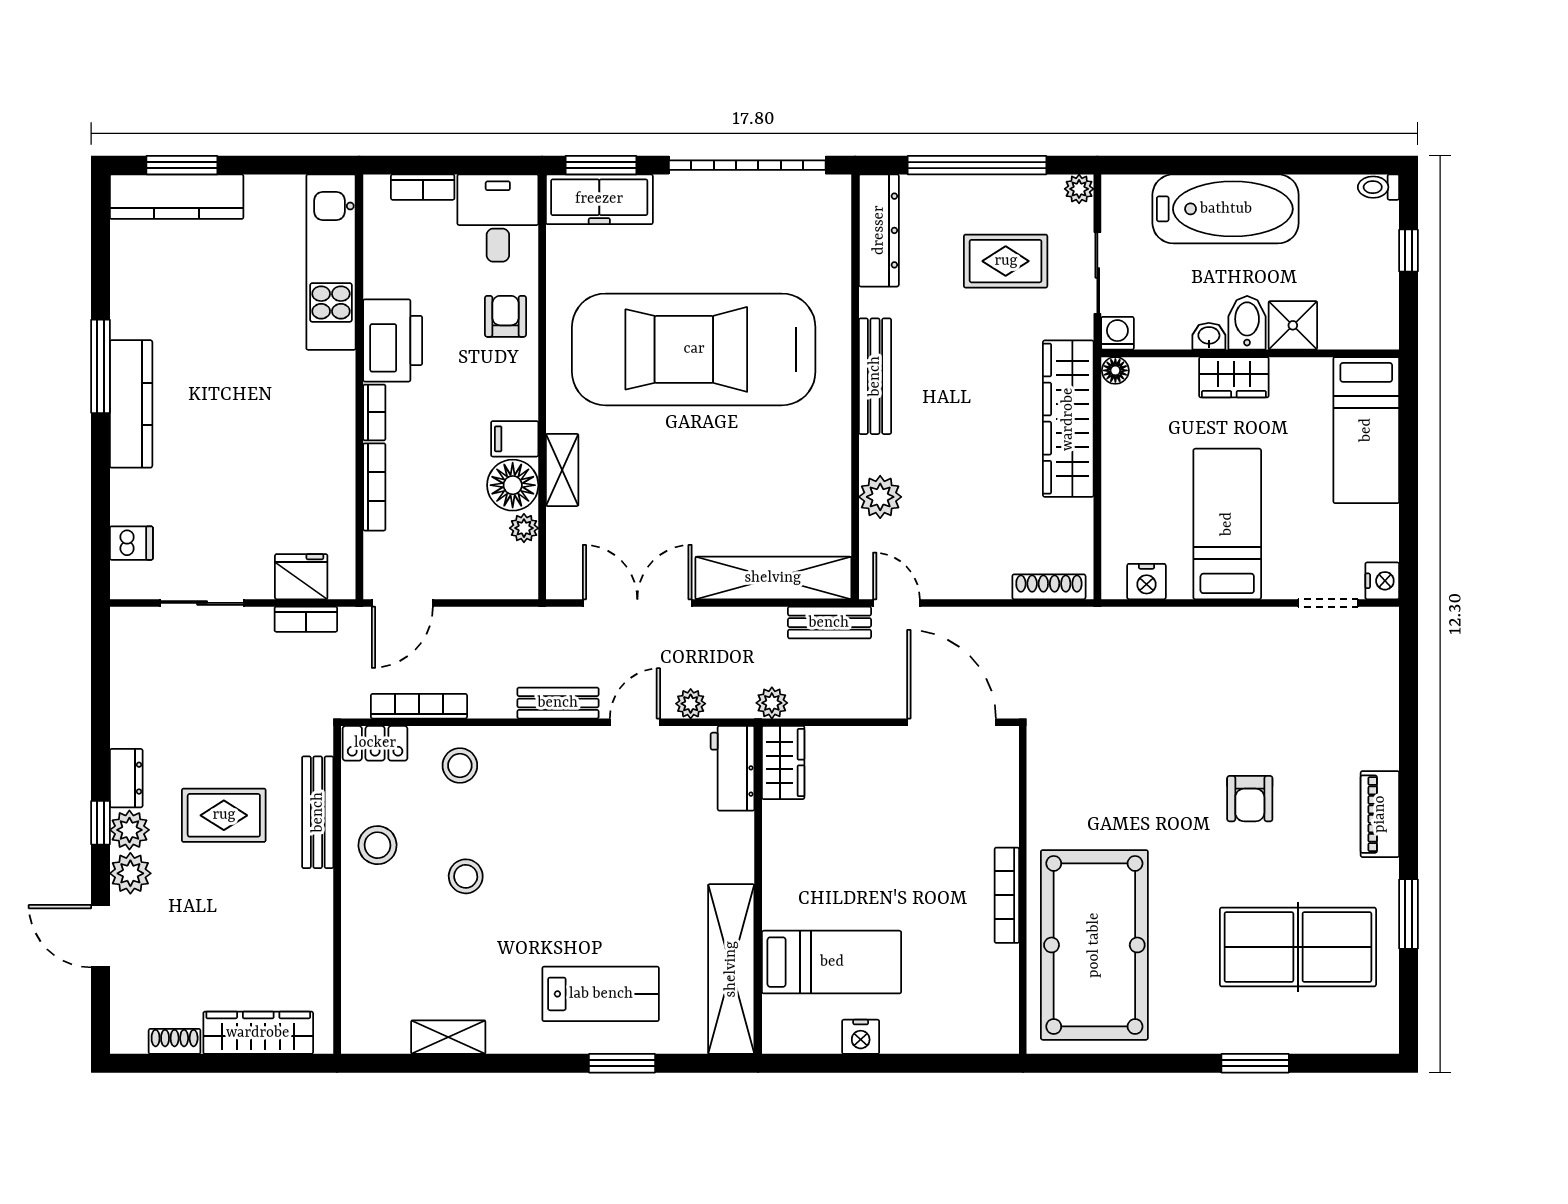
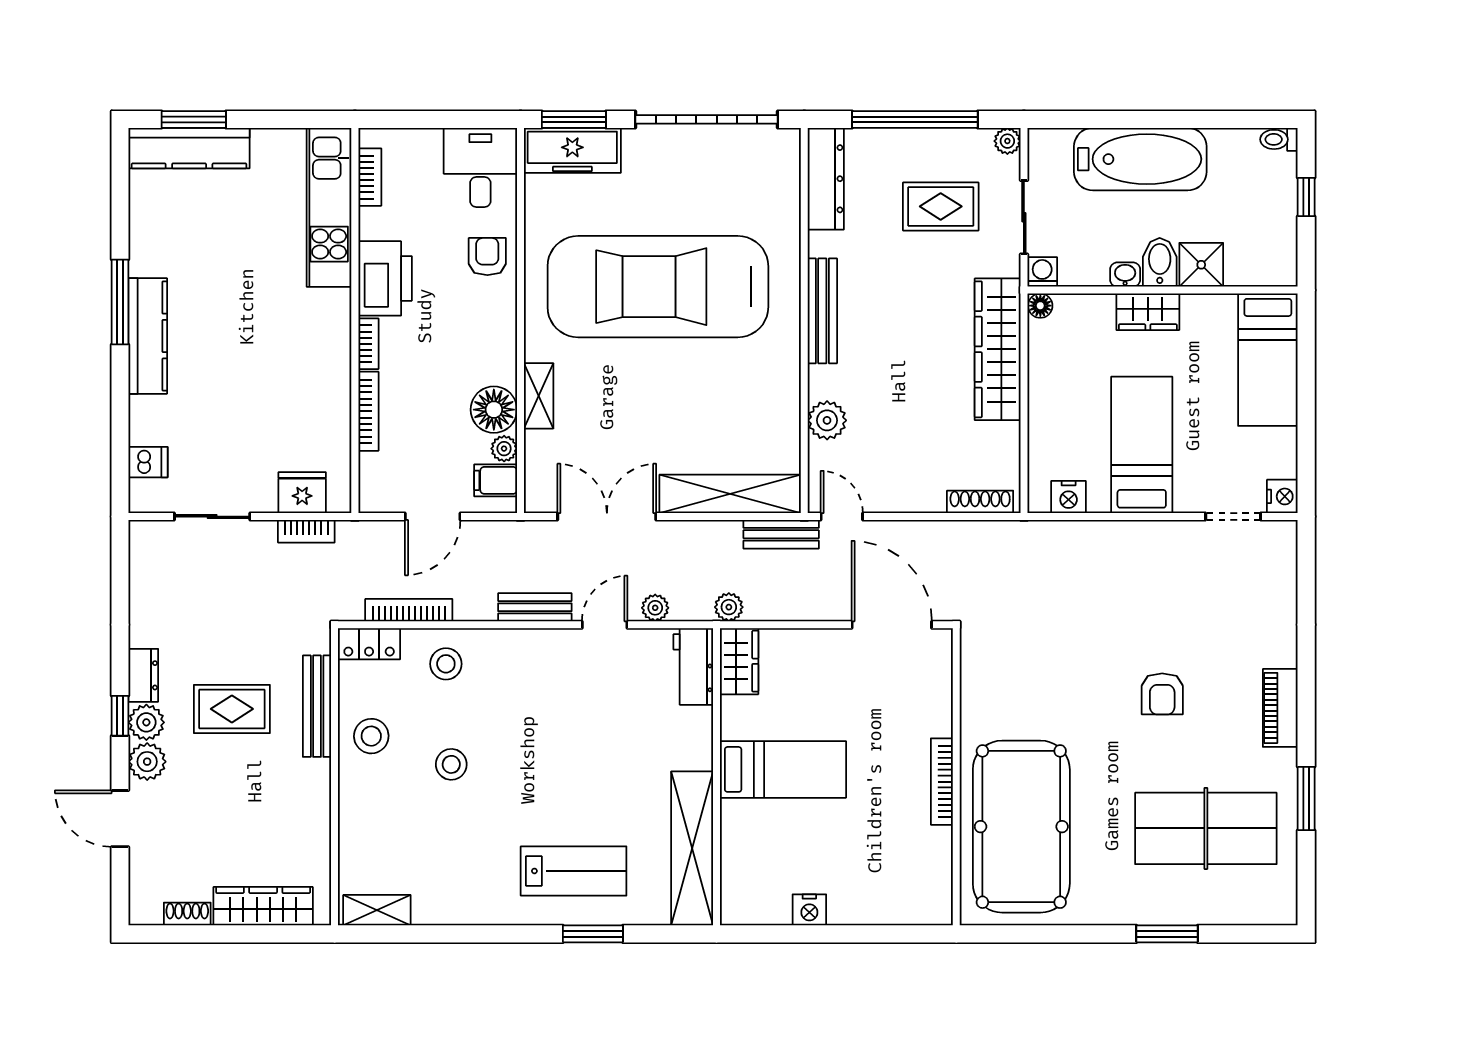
bookcase: (423, 187) -> (370, 177), moved, turned -90
filing cabinet: (515, 439) -> (496, 480), moved
door: (402, 603) -> (433, 517), moved
bed: (832, 962) -> (783, 769), moved
shelving: (448, 1037) -> (377, 910), moved

